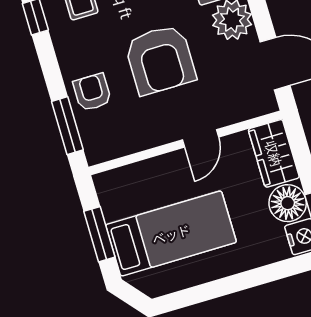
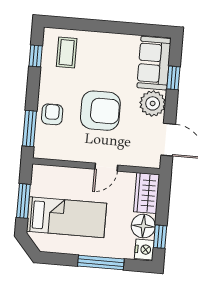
armchair: (160, 60) -> (100, 111), turned -90
window: (246, 280) -> (101, 262), added

